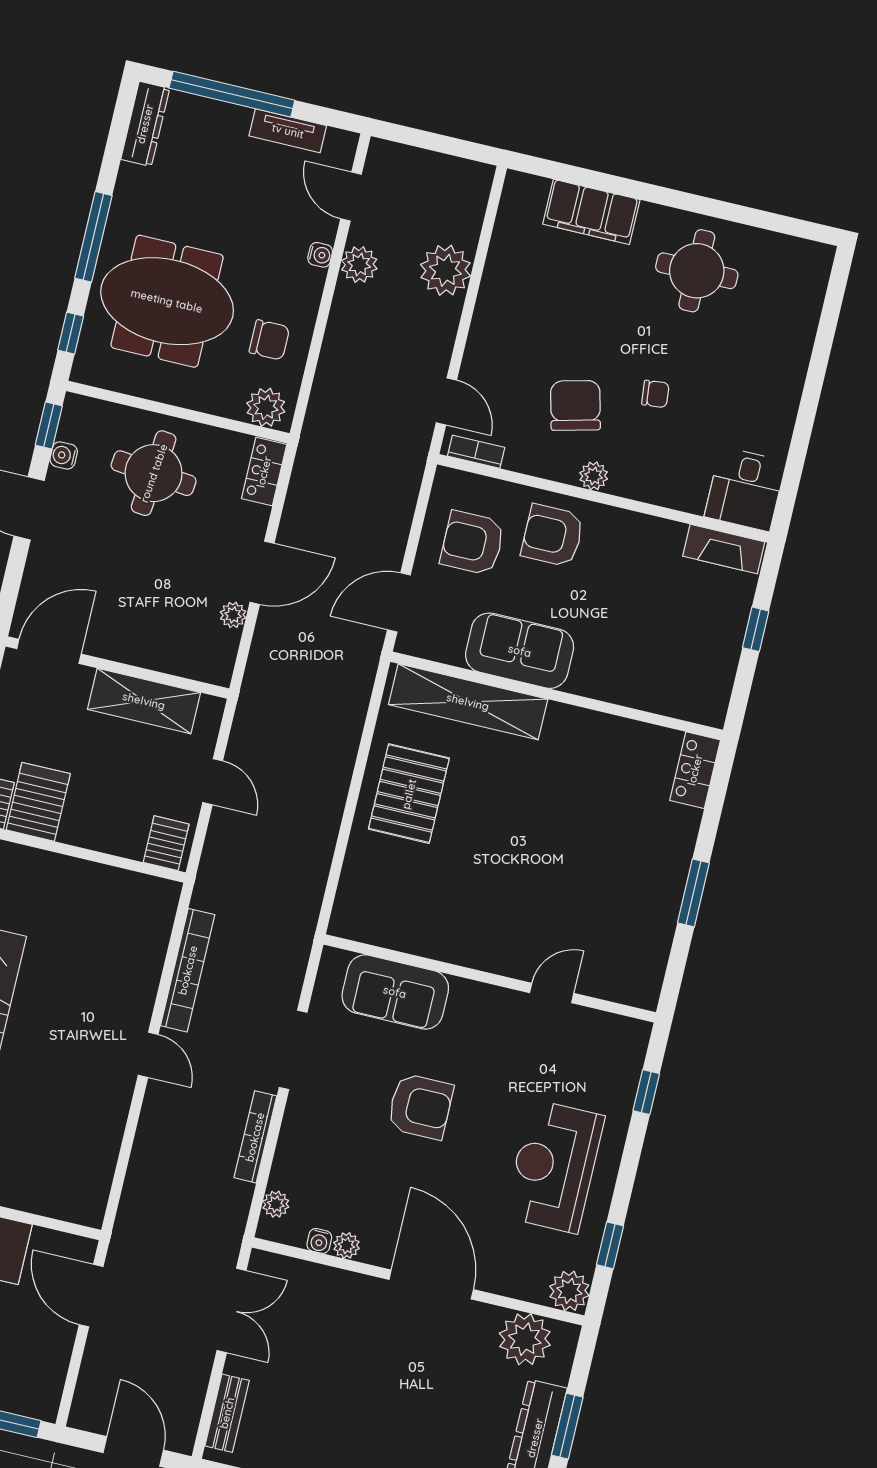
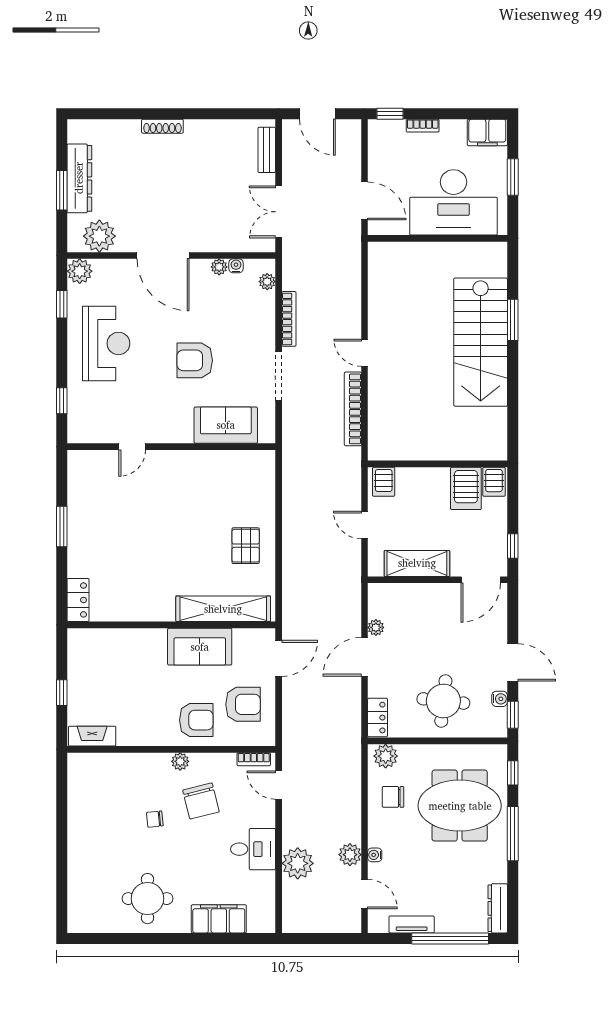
desk: (745, 489) -> (253, 849), moved, turned 90
pallet: (409, 794) -> (246, 546), width x0.67, depth x0.71

